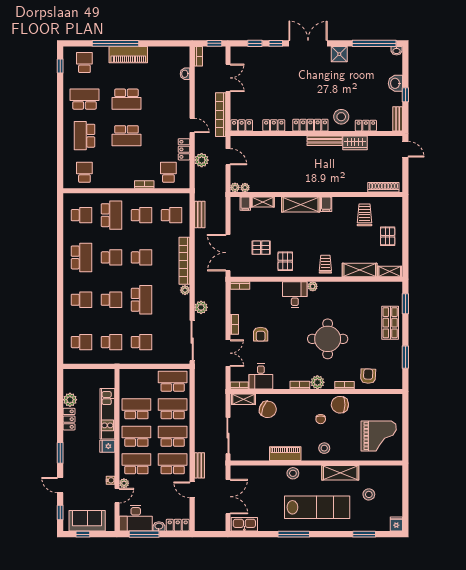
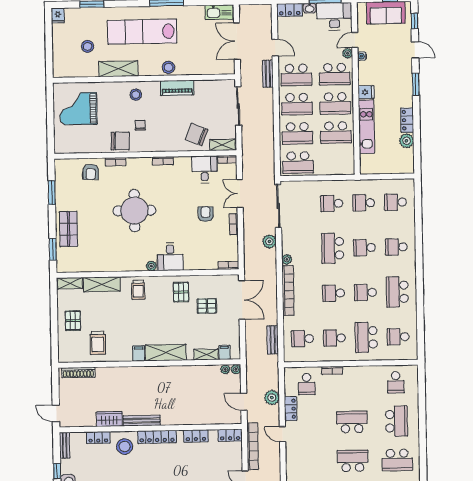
plant: (317, 382) -> (144, 164), removed

